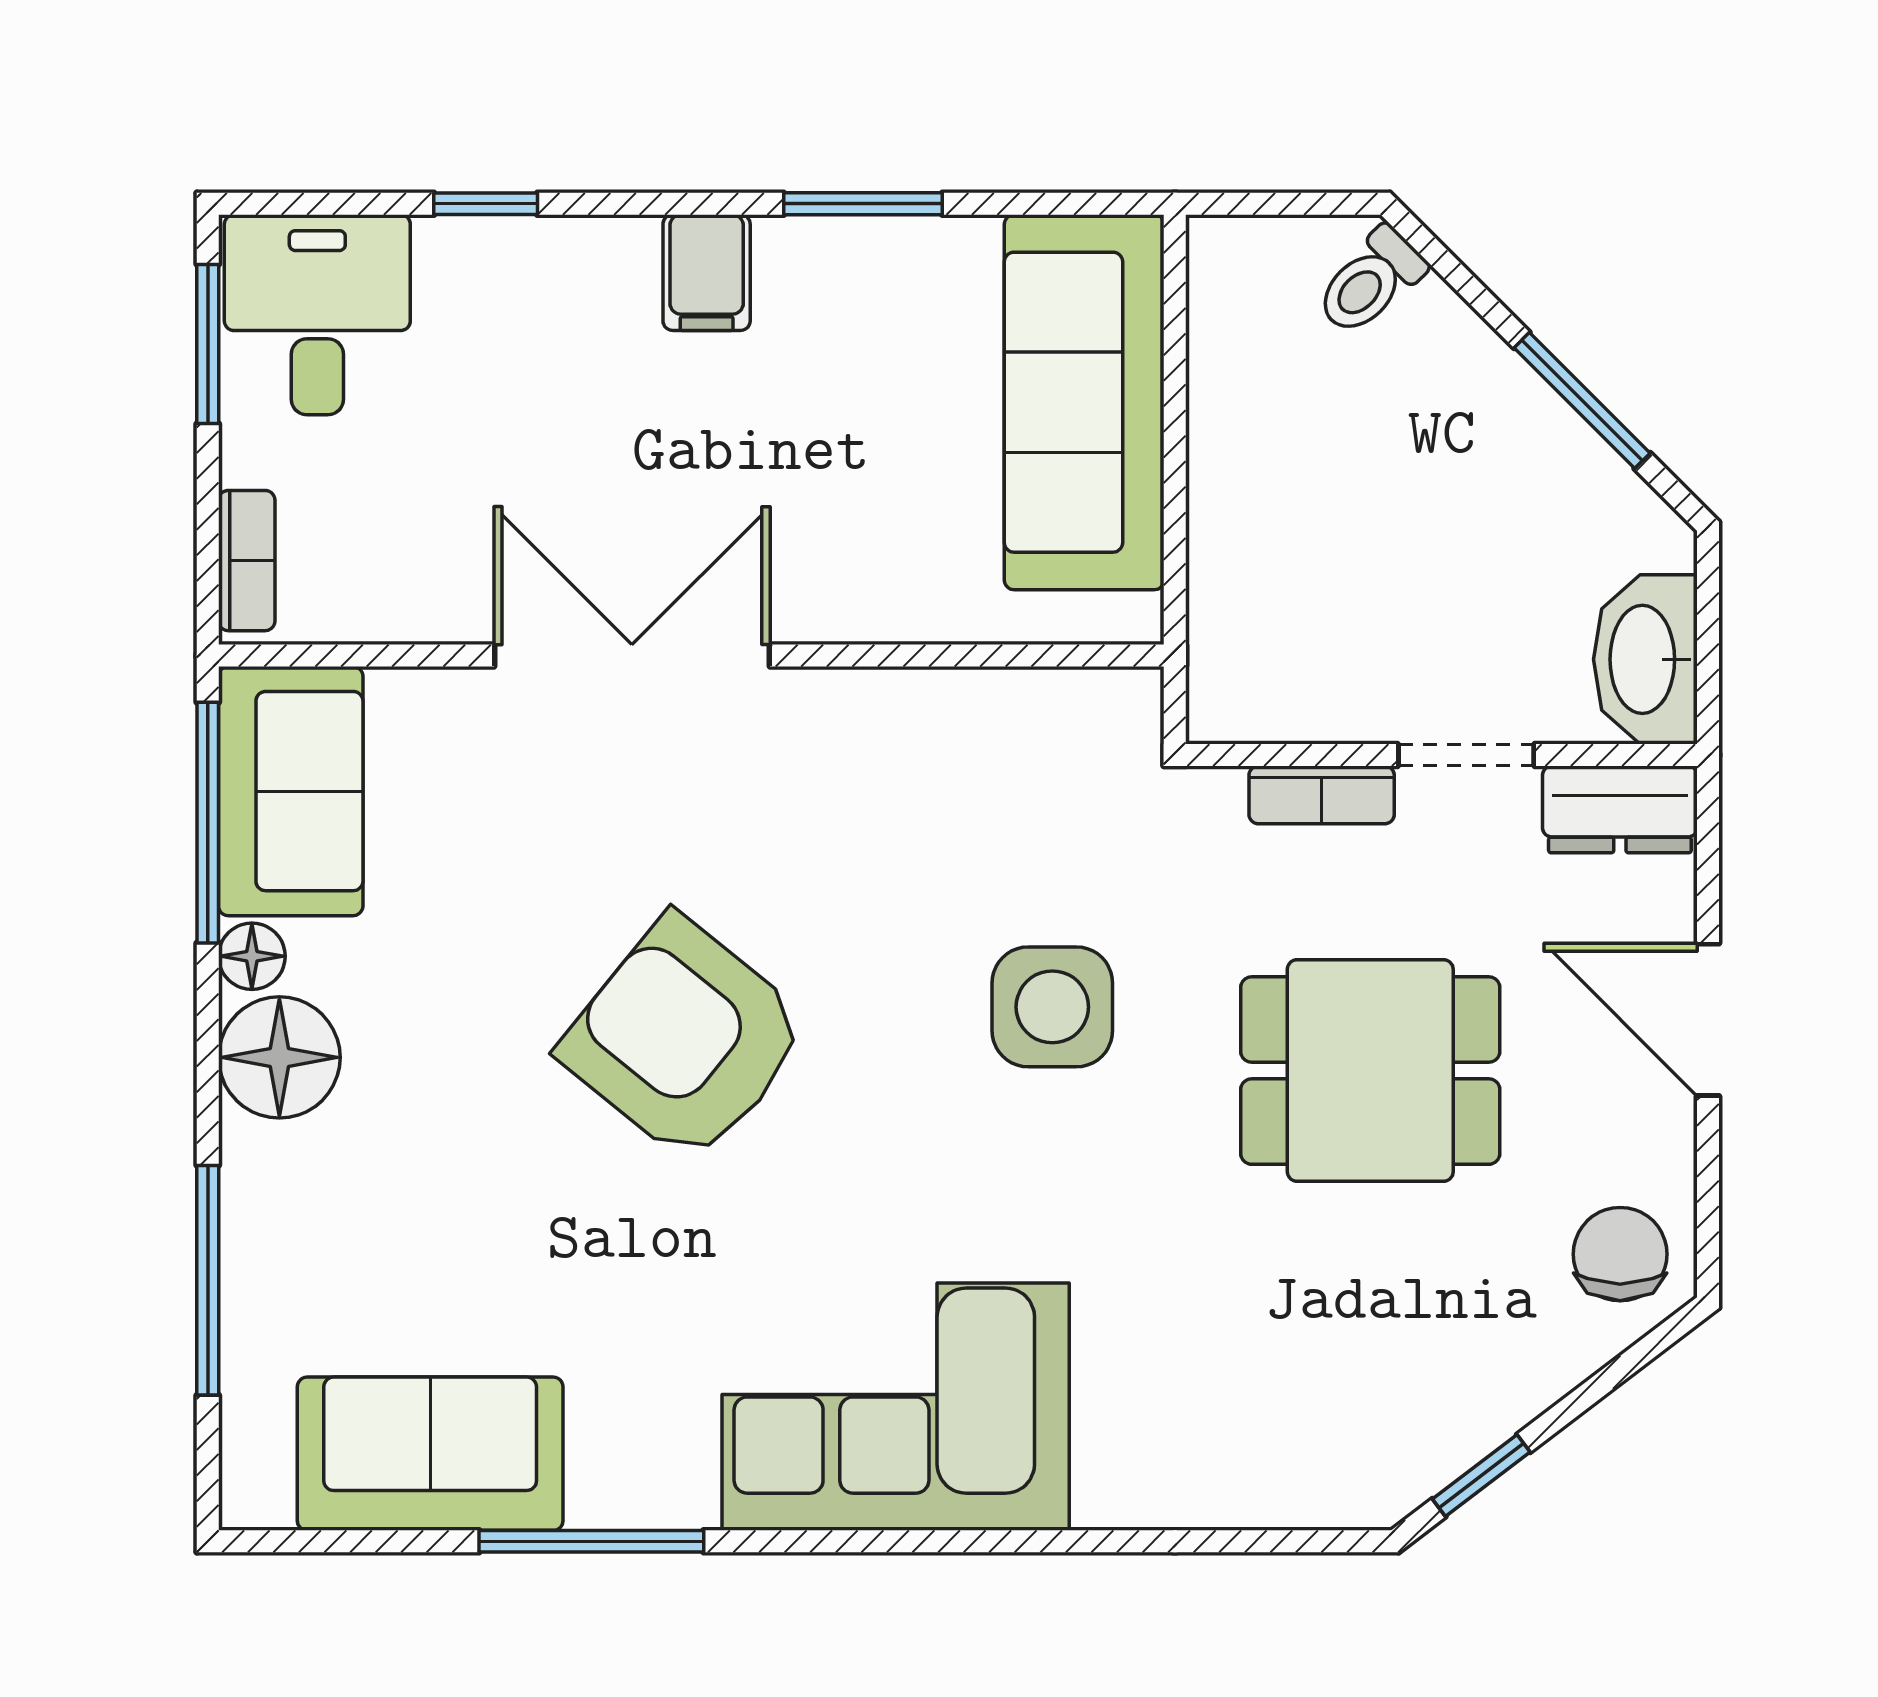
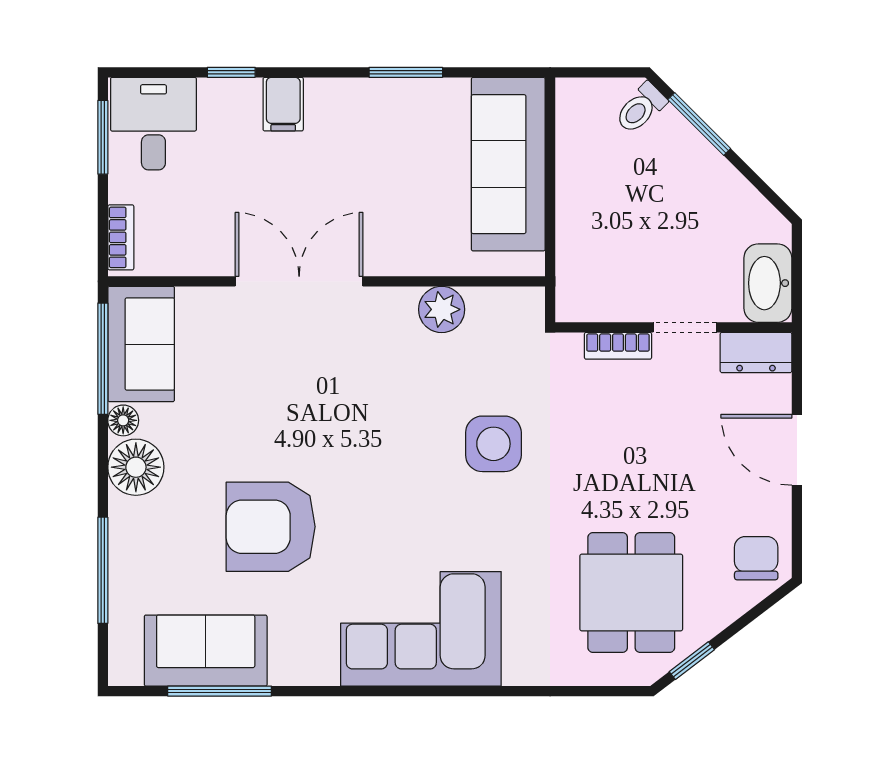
filing cabinet: (707, 273) -> (283, 104), moved
window: (1582, 400) -> (699, 124), moved
plant: (940, 716) -> (442, 309), added
armchair: (685, 1040) -> (271, 527), moved, turned -39
dining table: (1370, 1071) -> (631, 593), moved, turned 90
window: (591, 1541) -> (220, 691), moved

